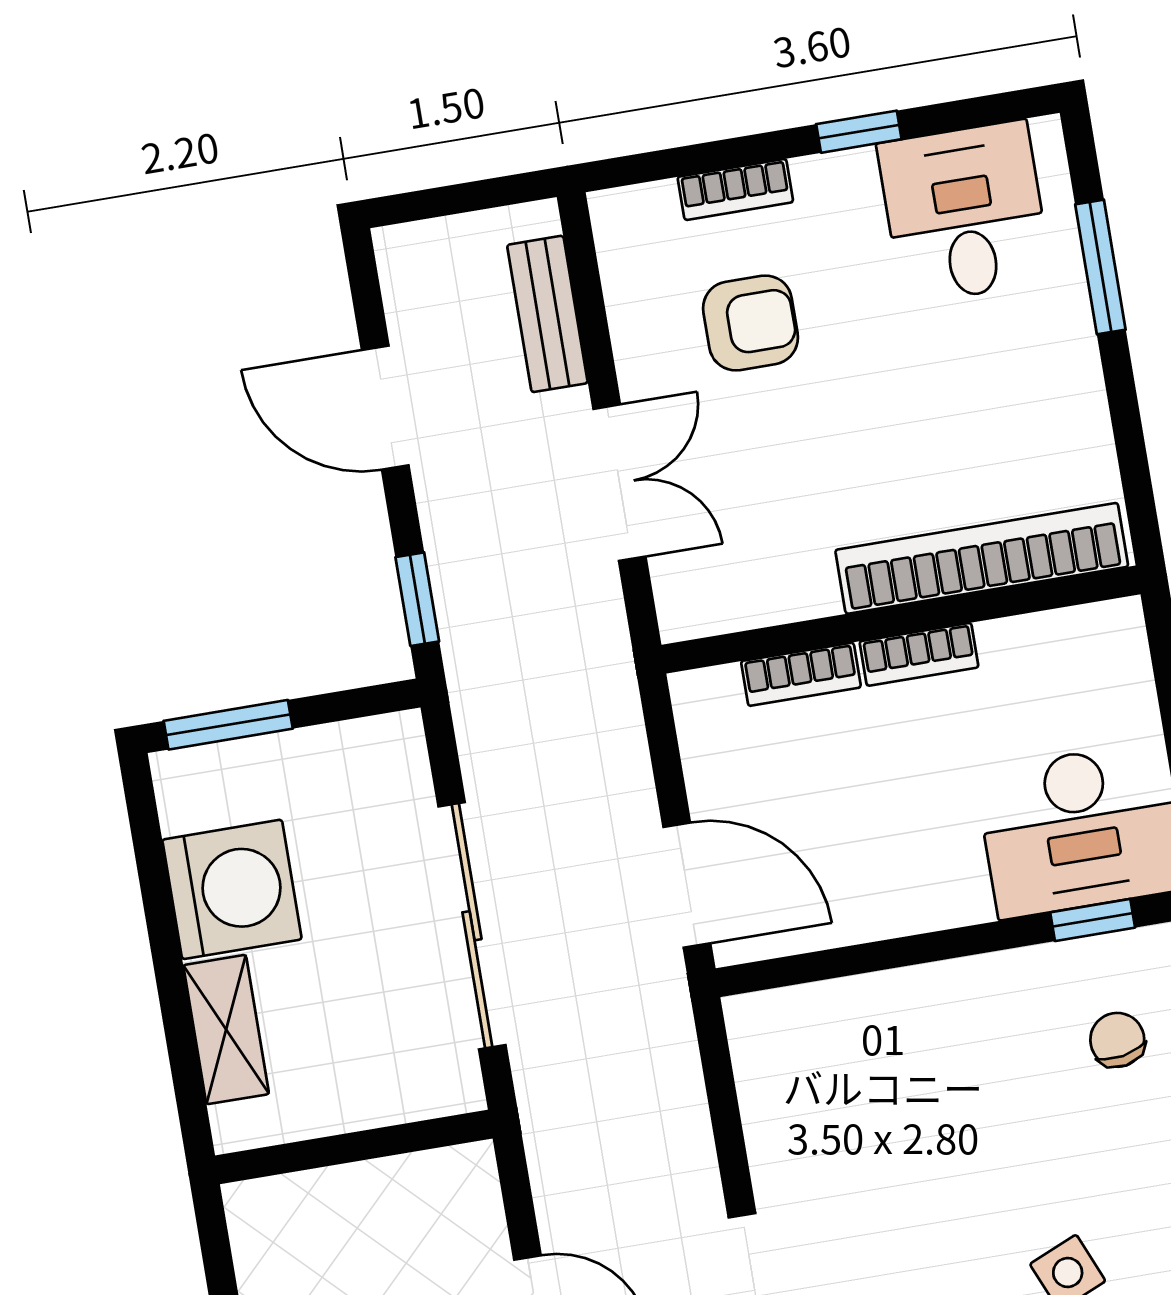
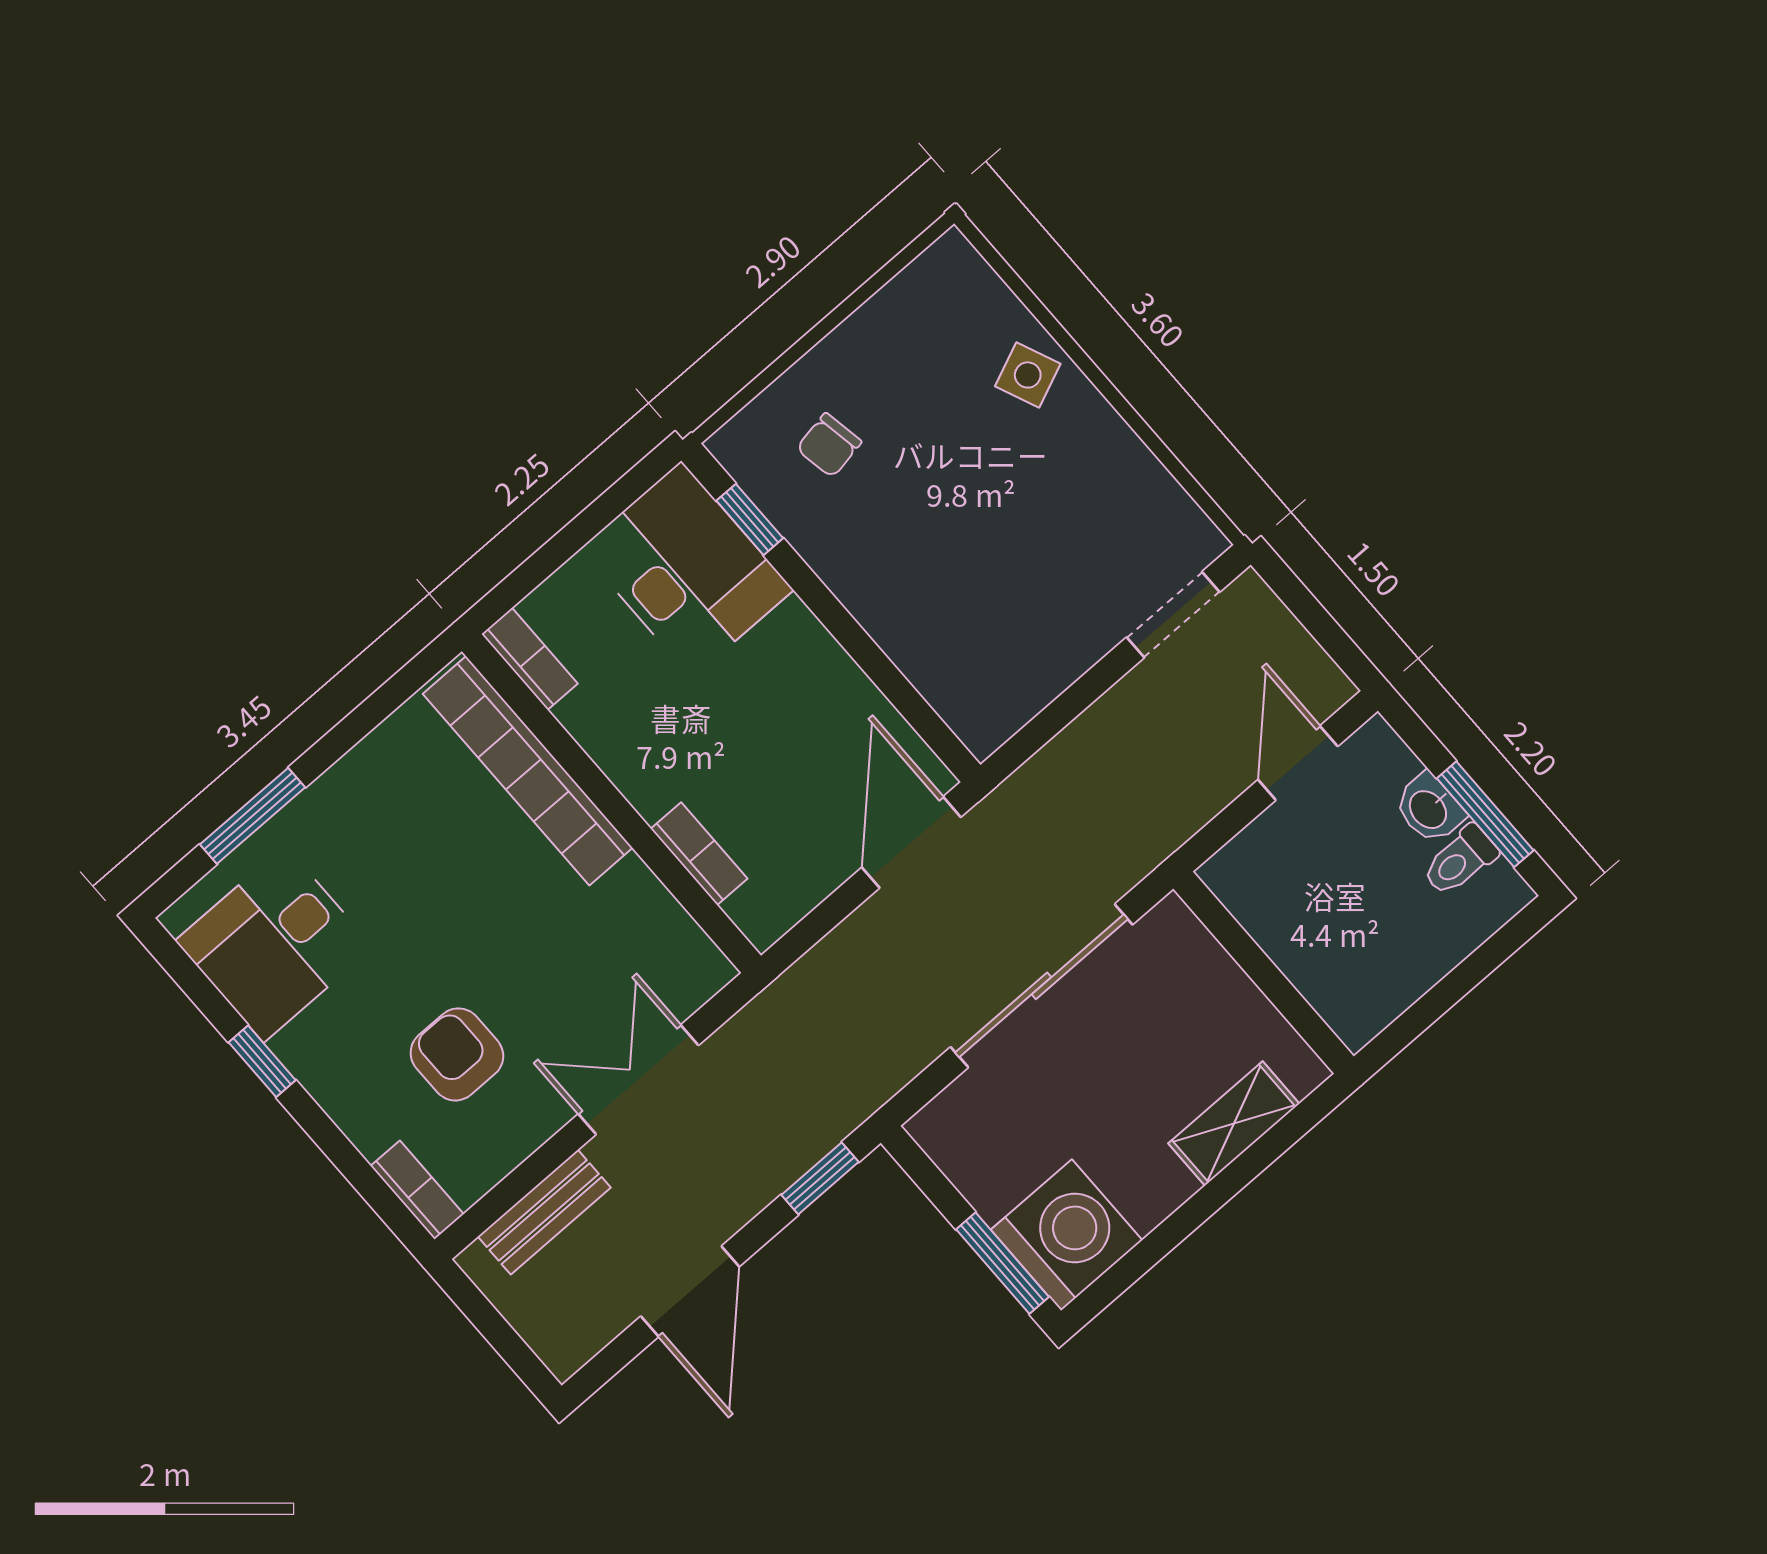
bookcase: (735, 189) -> (417, 1190), moved
bookcase: (919, 654) -> (530, 659), moved
washing machine: (232, 889) -> (1067, 1235), moved, turned 90

